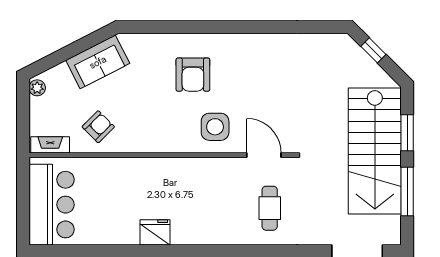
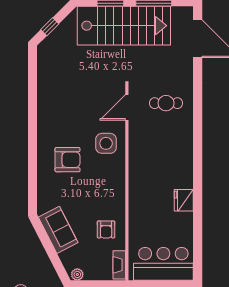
armchair: (98, 127) -> (106, 229), turned -135
fridge: (155, 232) -> (184, 200), moved

